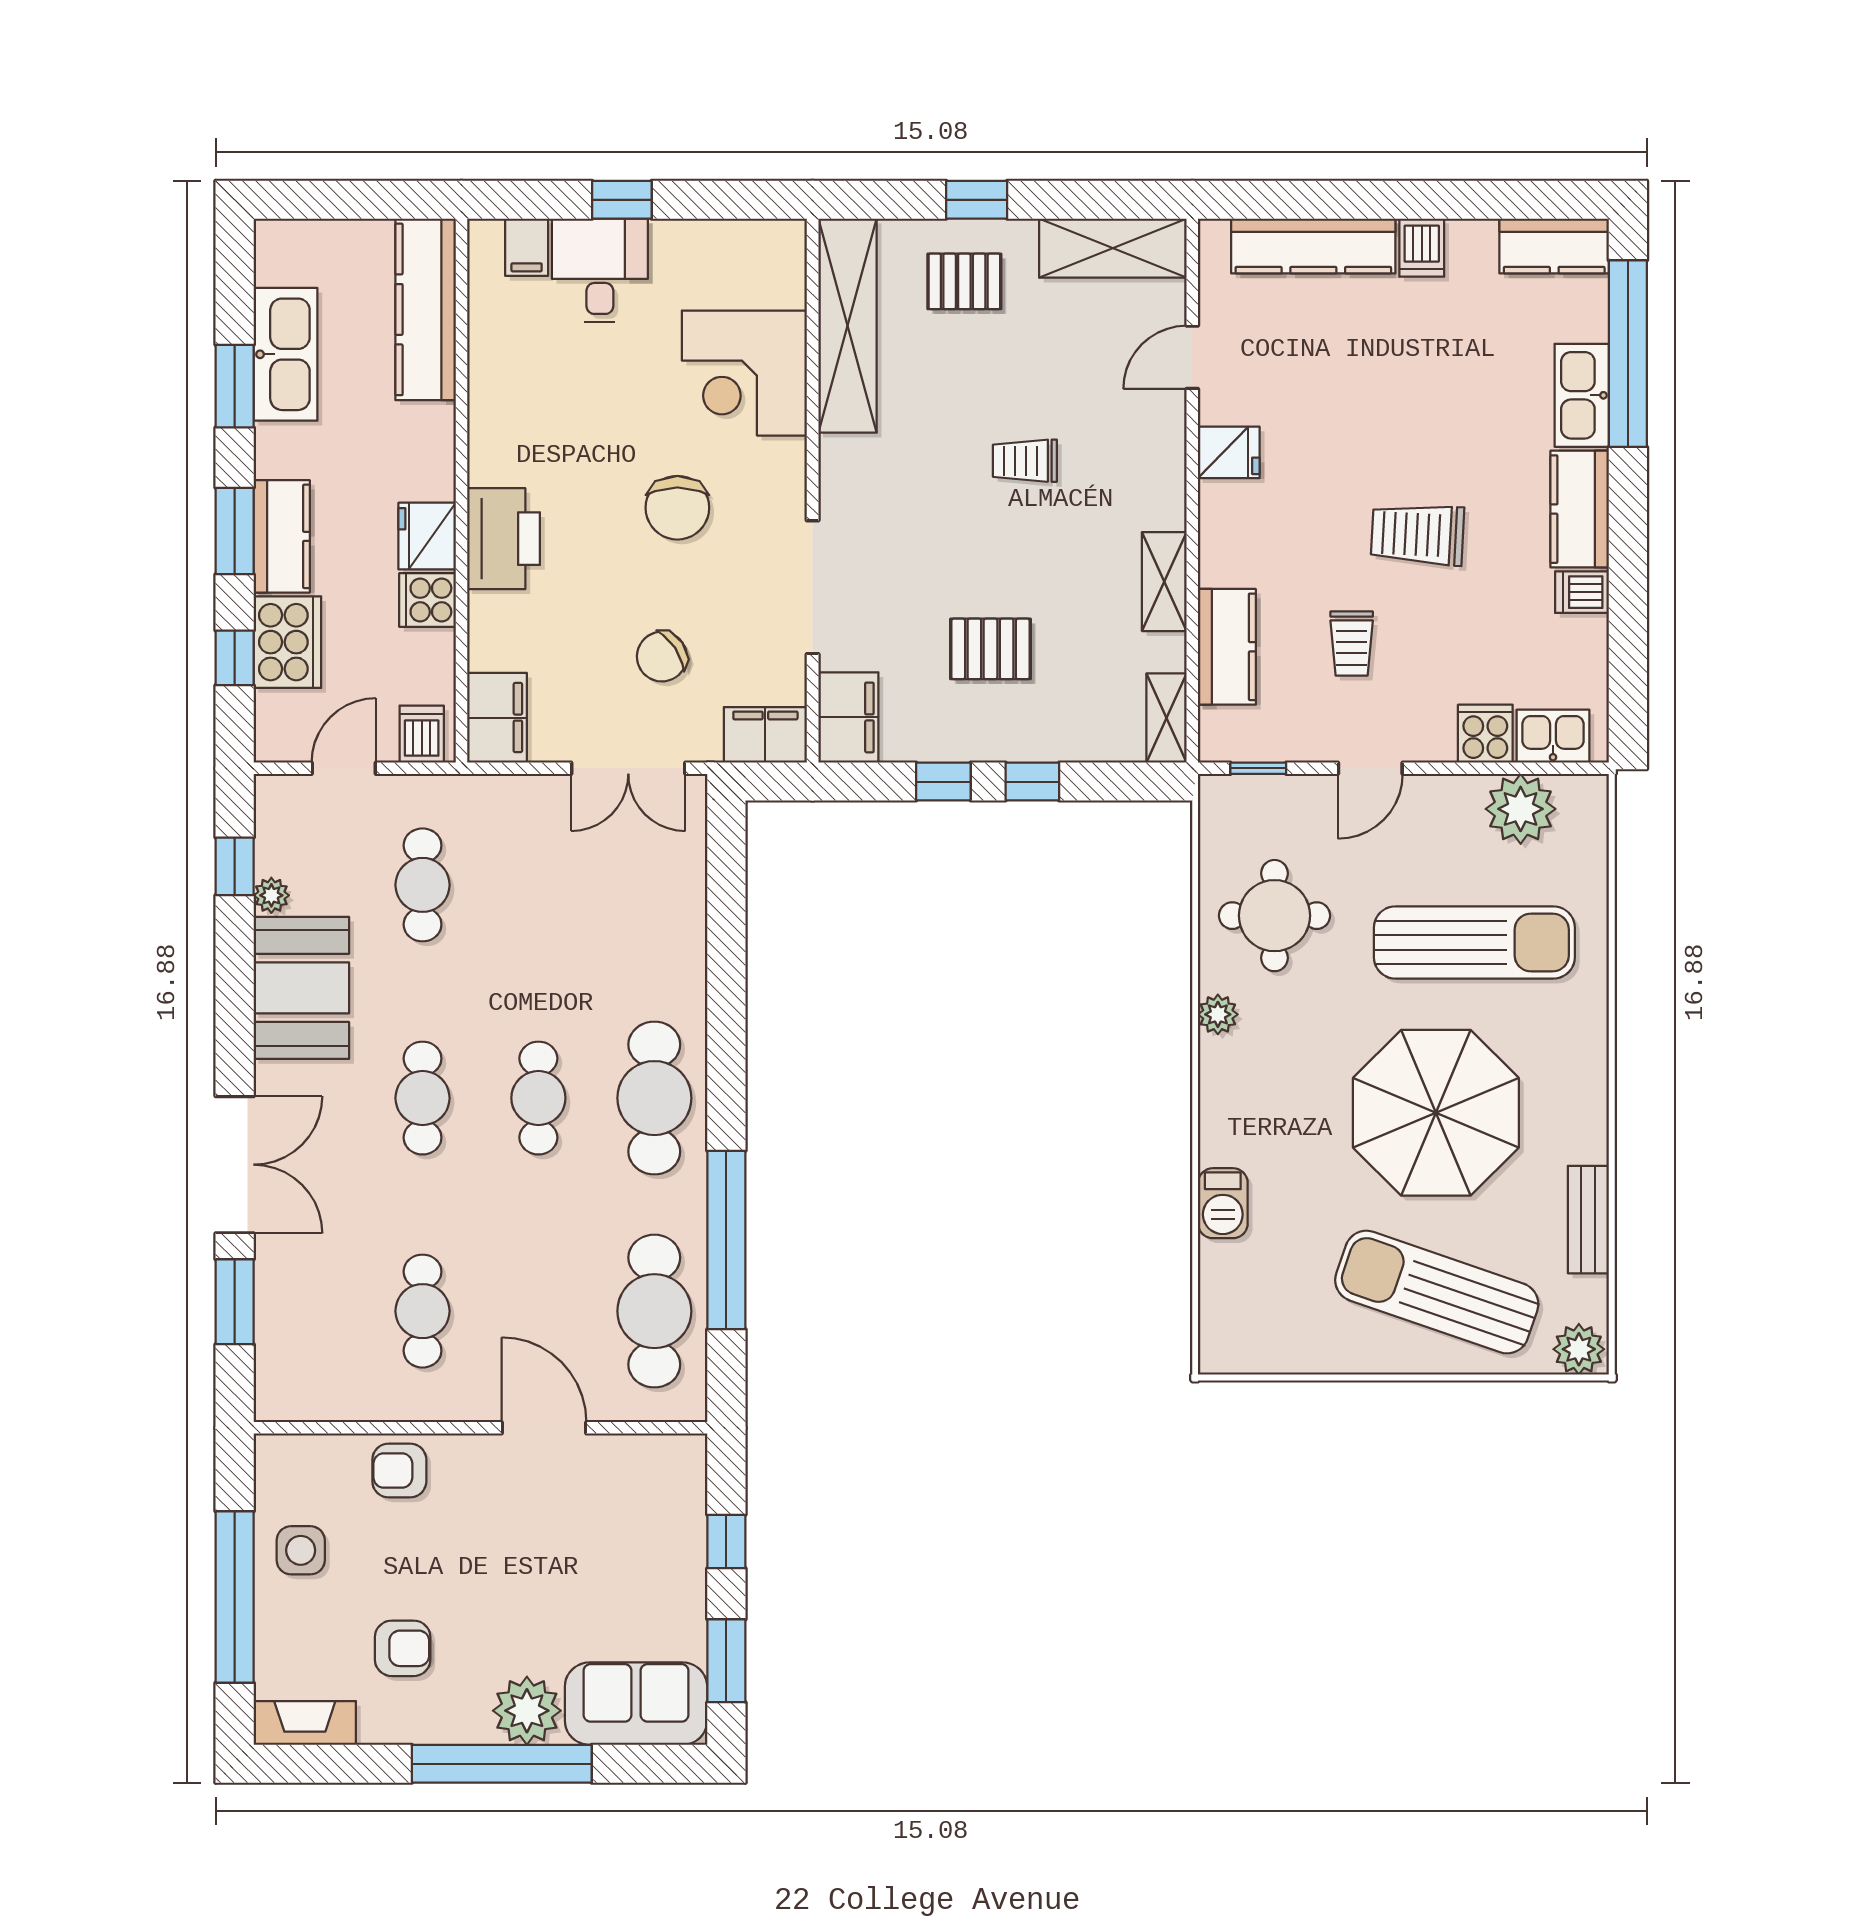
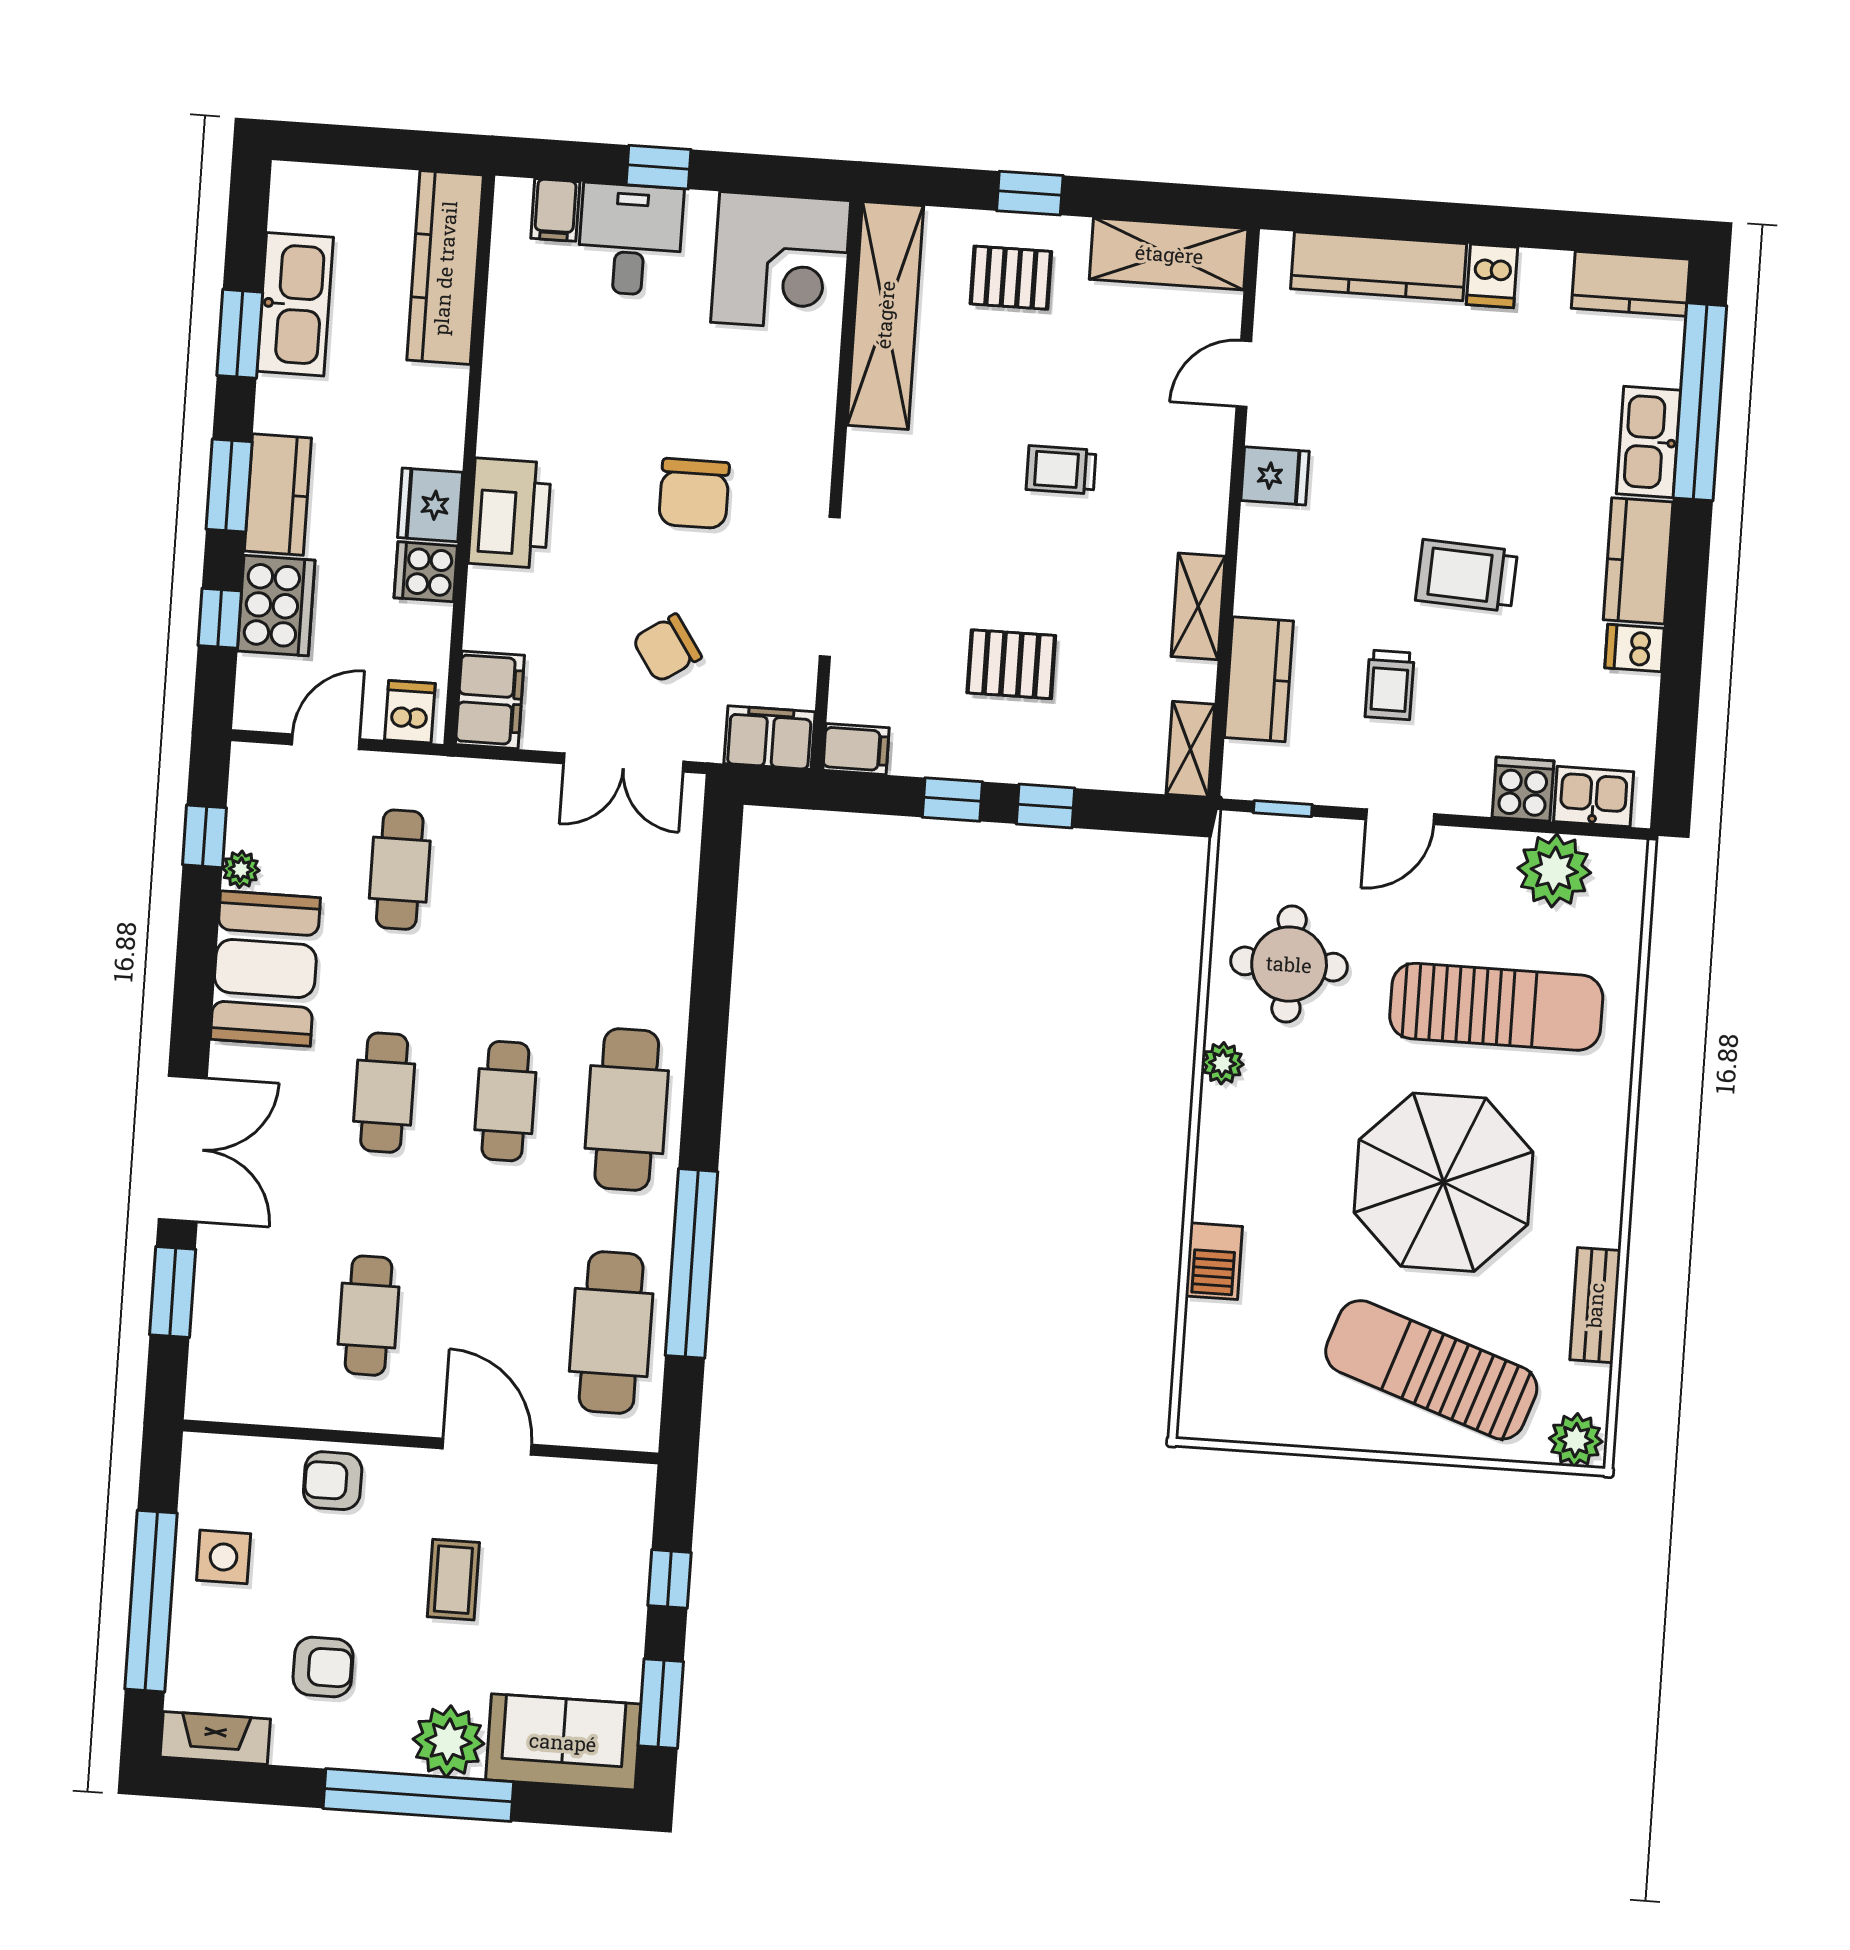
corner desk: (744, 373) -> (781, 261), moved, turned -90
filing cabinet: (848, 717) -> (856, 749), width x0.50
coffee table: (521, 1557) -> (453, 1580), added

